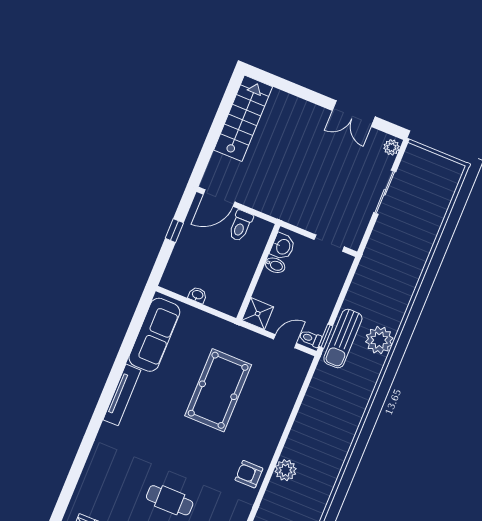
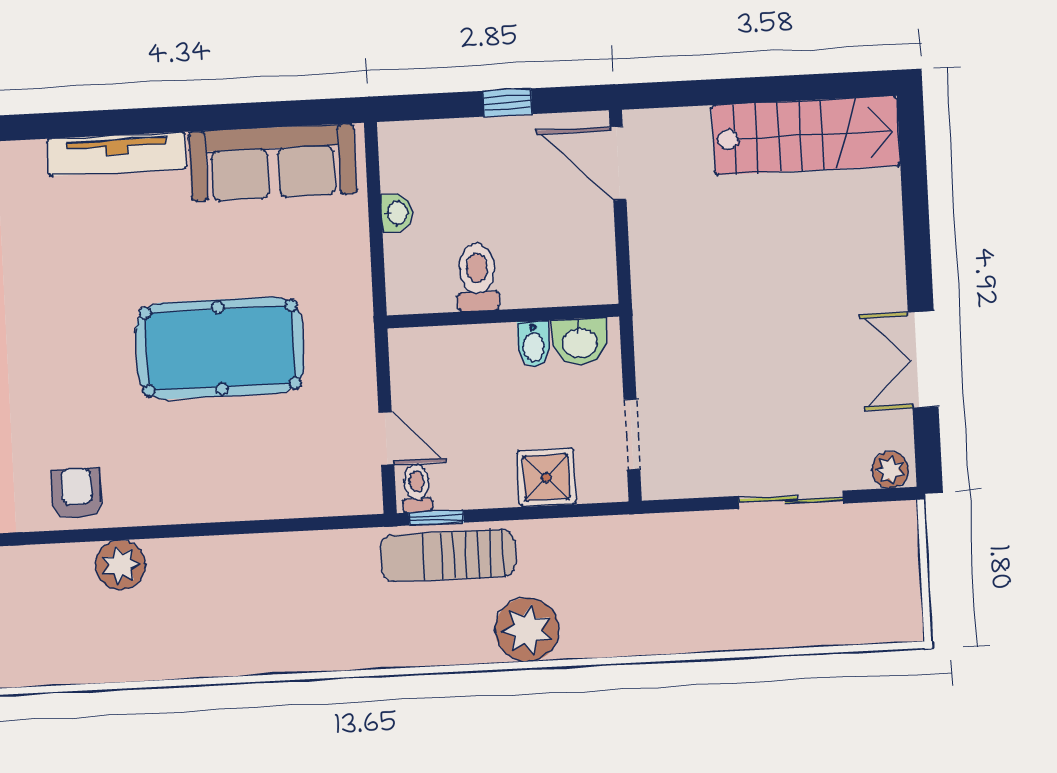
toilet: (241, 226) -> (477, 277), moved, turned 90
shower: (258, 314) -> (546, 477), moved
plant: (379, 340) -> (527, 630), moved

